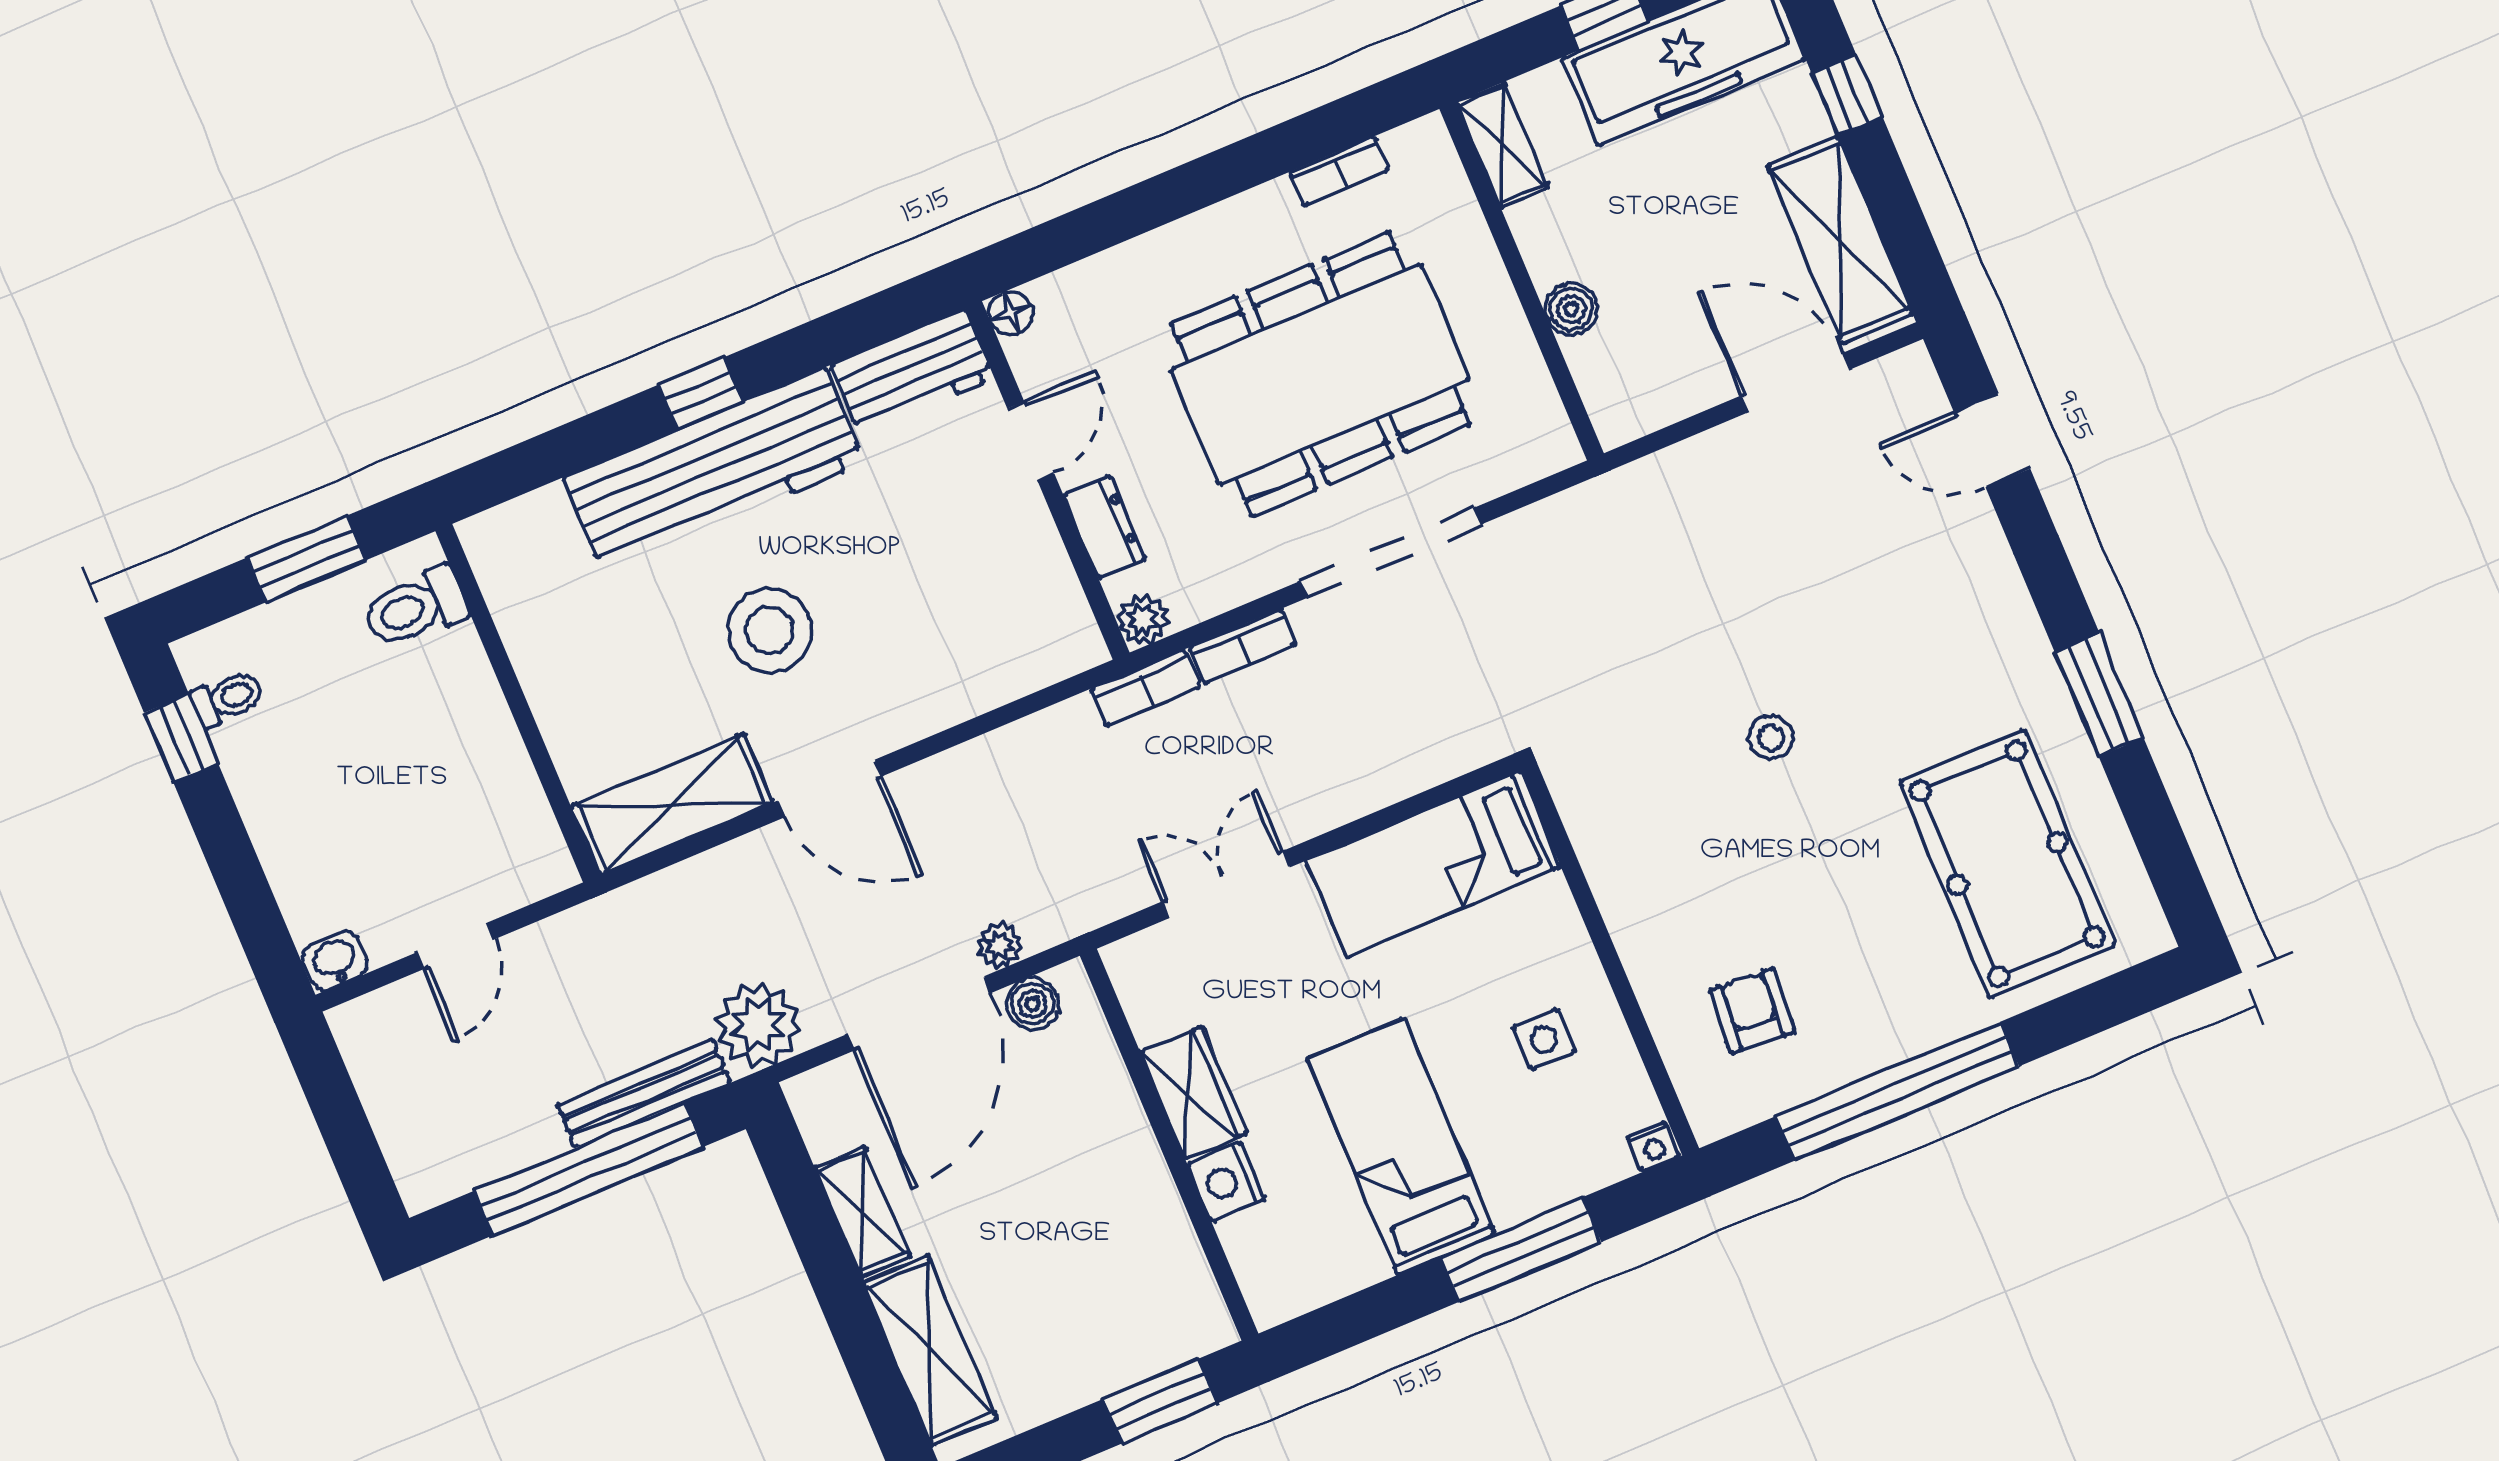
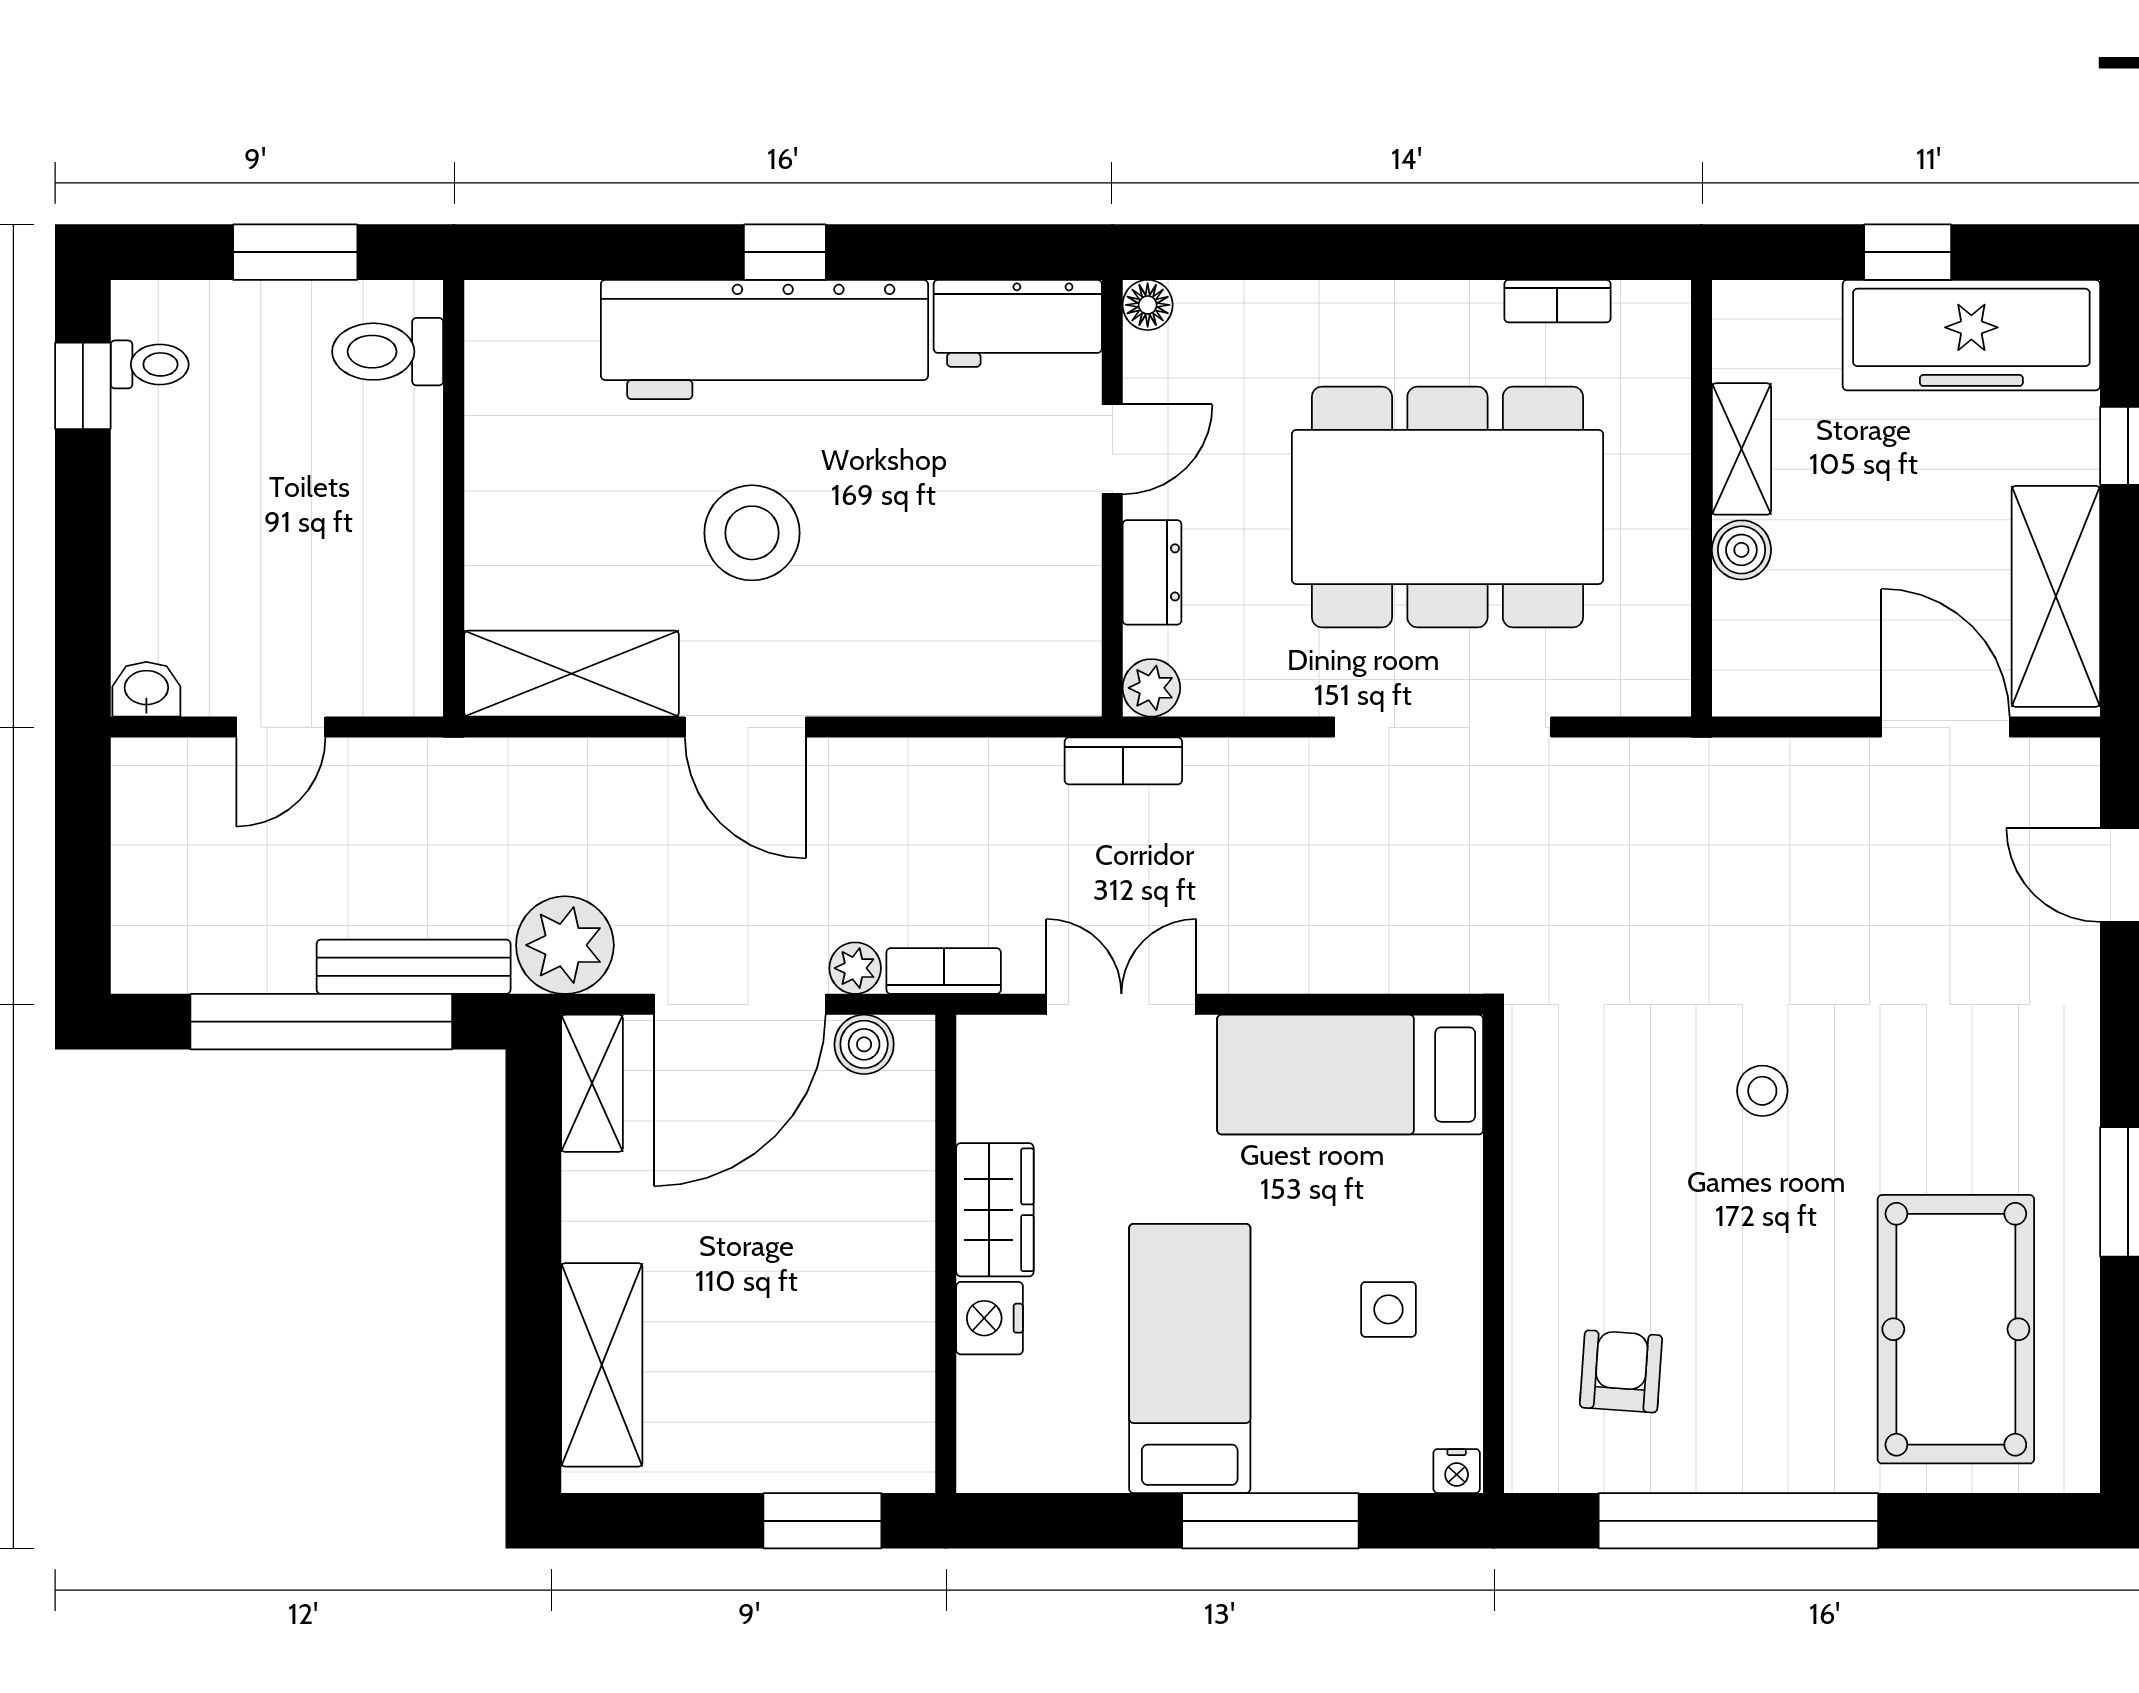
shelving: (1502, 145) -> (1741, 449), moved
bookcase: (1243, 646) -> (944, 971), moved, turned 180
shelving: (862, 1212) -> (592, 1083), moved

